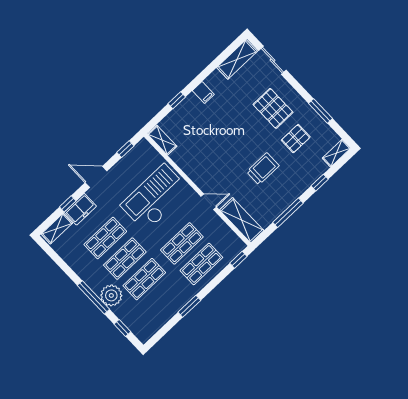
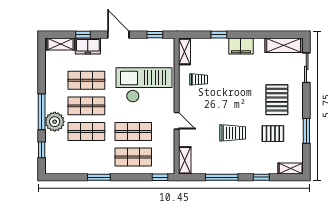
filing cabinet: (203, 93) -> (241, 46), width x2.00
trolley: (195, 152) -> (199, 79), added
shelving: (242, 220) -> (185, 160), width x0.67, depth x0.75

